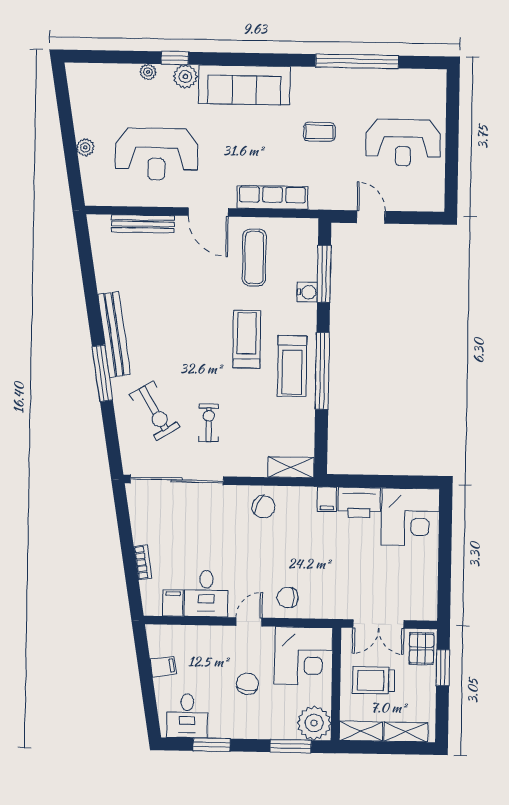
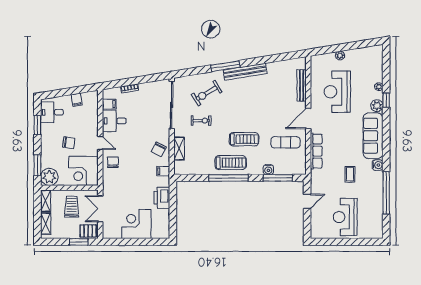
water cooler: (302, 77) -> (378, 165), added
treadmill: (292, 366) -> (231, 163), turned 180
shelving: (291, 467) -> (179, 149), moved
filing cabinet: (327, 499) -> (163, 171), moved
corner desk: (410, 517) -> (136, 224), moved, turned 90

